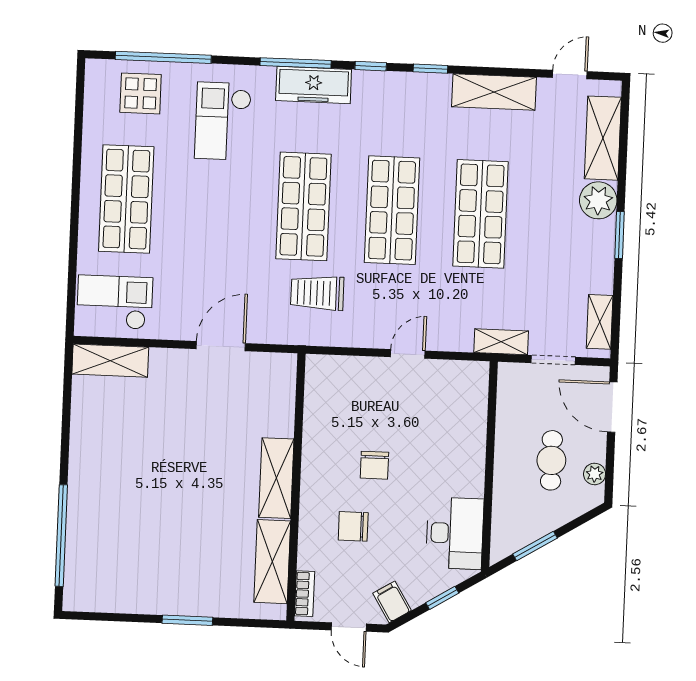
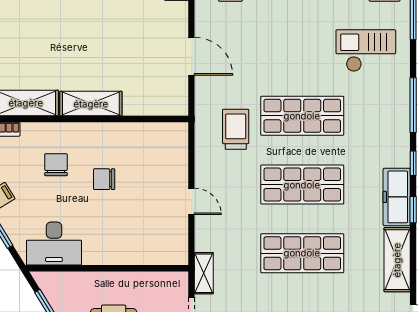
freezer: (314, 85) -> (397, 197), moved

